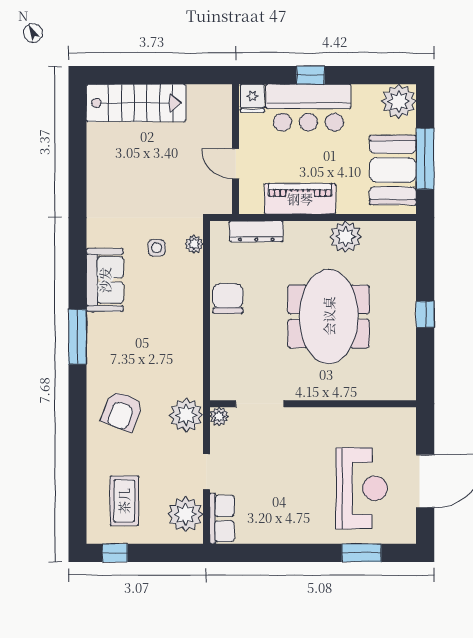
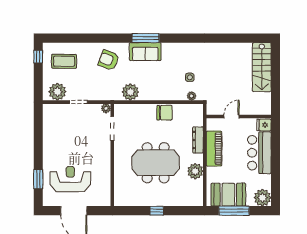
window: (310, 75) -> (275, 154), removed
dresser: (256, 231) -> (198, 140), moved
sofa: (105, 280) -> (145, 52), moved
plant: (186, 415) -> (130, 92), moved
reception desk: (362, 488) -> (70, 179), turned 180
row of seats: (222, 519) -> (55, 110), removed

